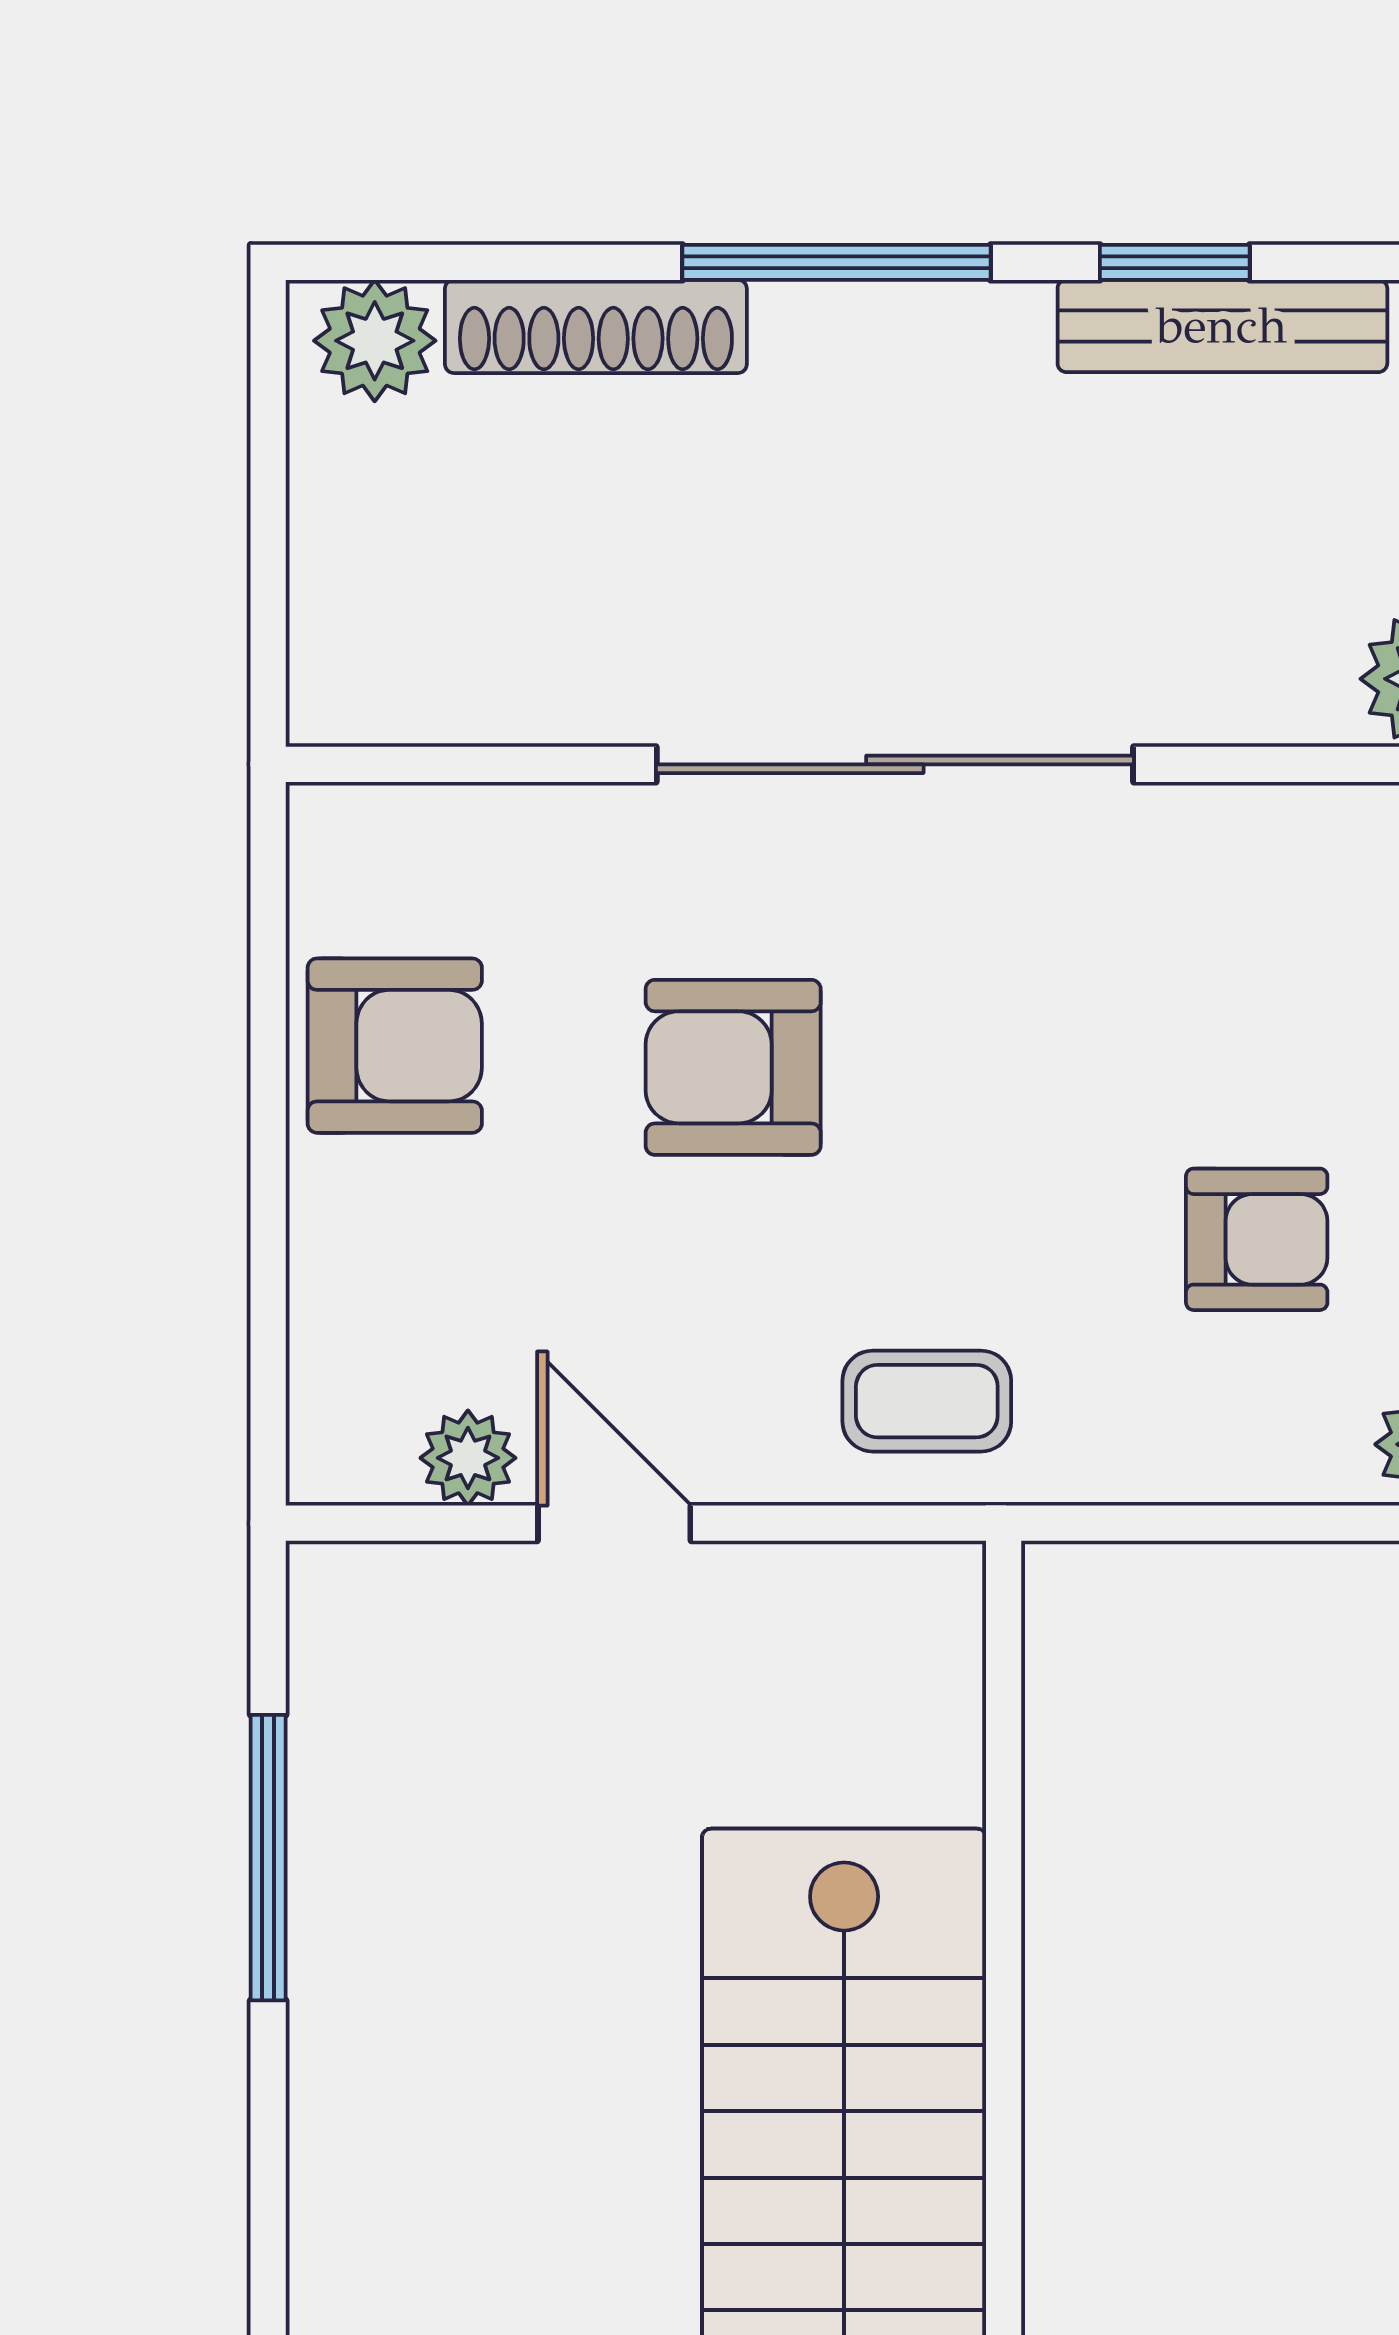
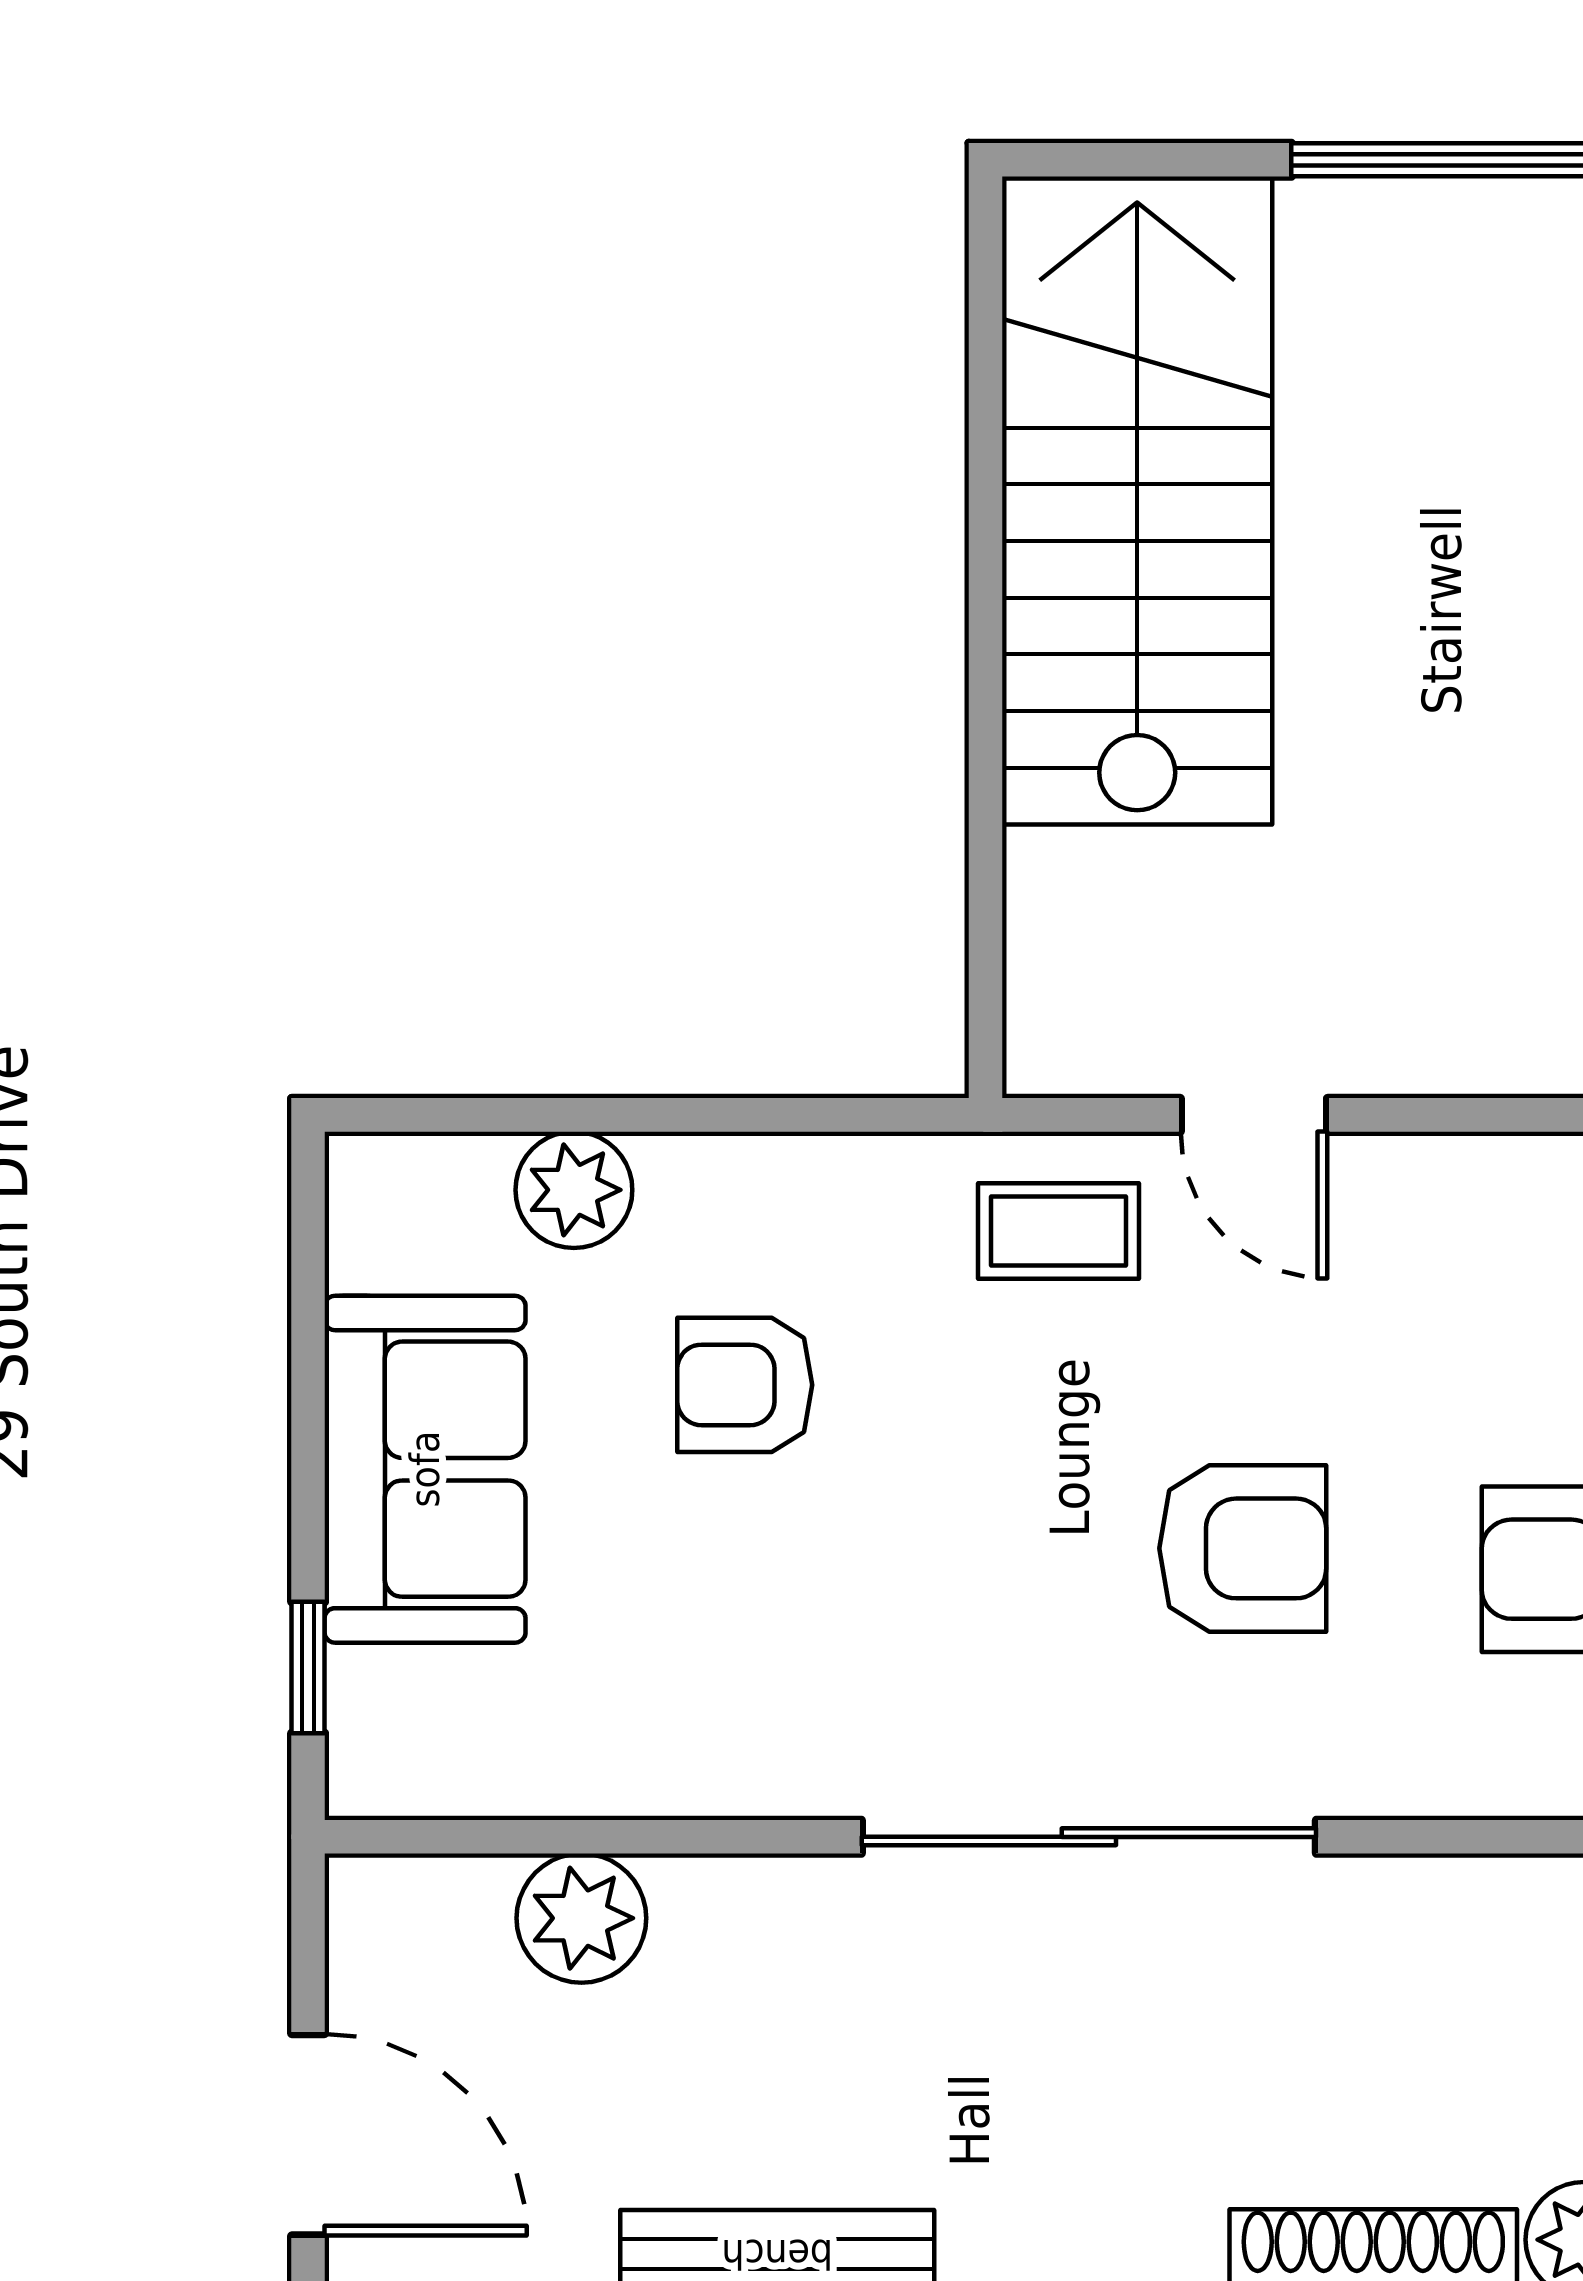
plant: (468, 1458) -> (1495, 1177), removed
door: (614, 1523) -> (1254, 1115), moved

